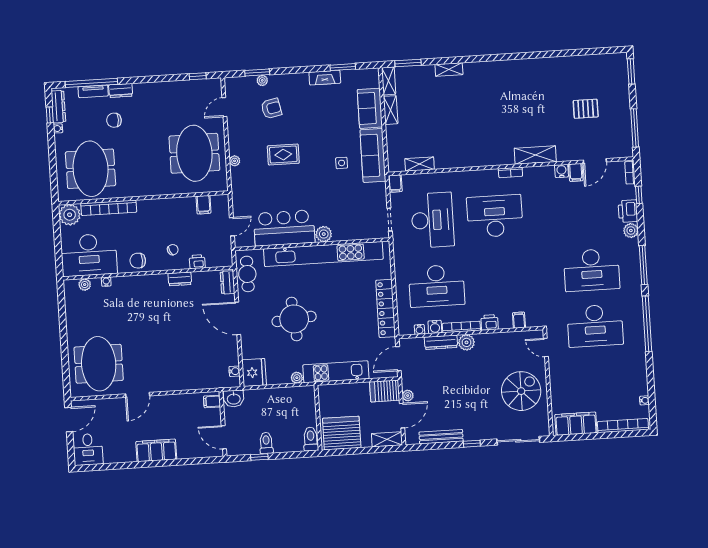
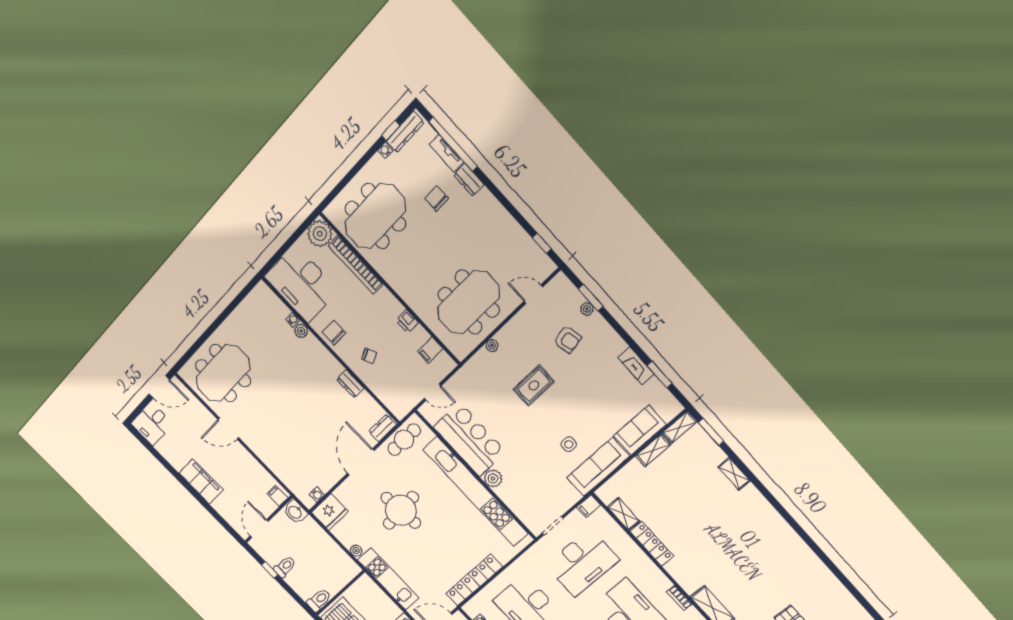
rug: (283, 155) -> (534, 385), turned 90
locker: (456, 161) -> (652, 544), added
printer: (197, 262) -> (407, 321), moved, turned 180
plant: (85, 285) -> (301, 331), moved

